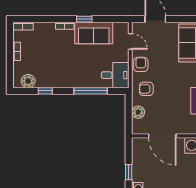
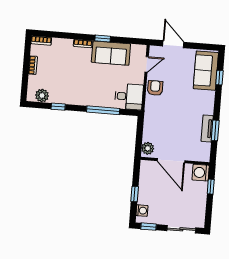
door: (130, 41) -> (147, 64), hinge flipped
armchair: (146, 89) -> (159, 113), removed
plant: (138, 112) -> (148, 148), moved

